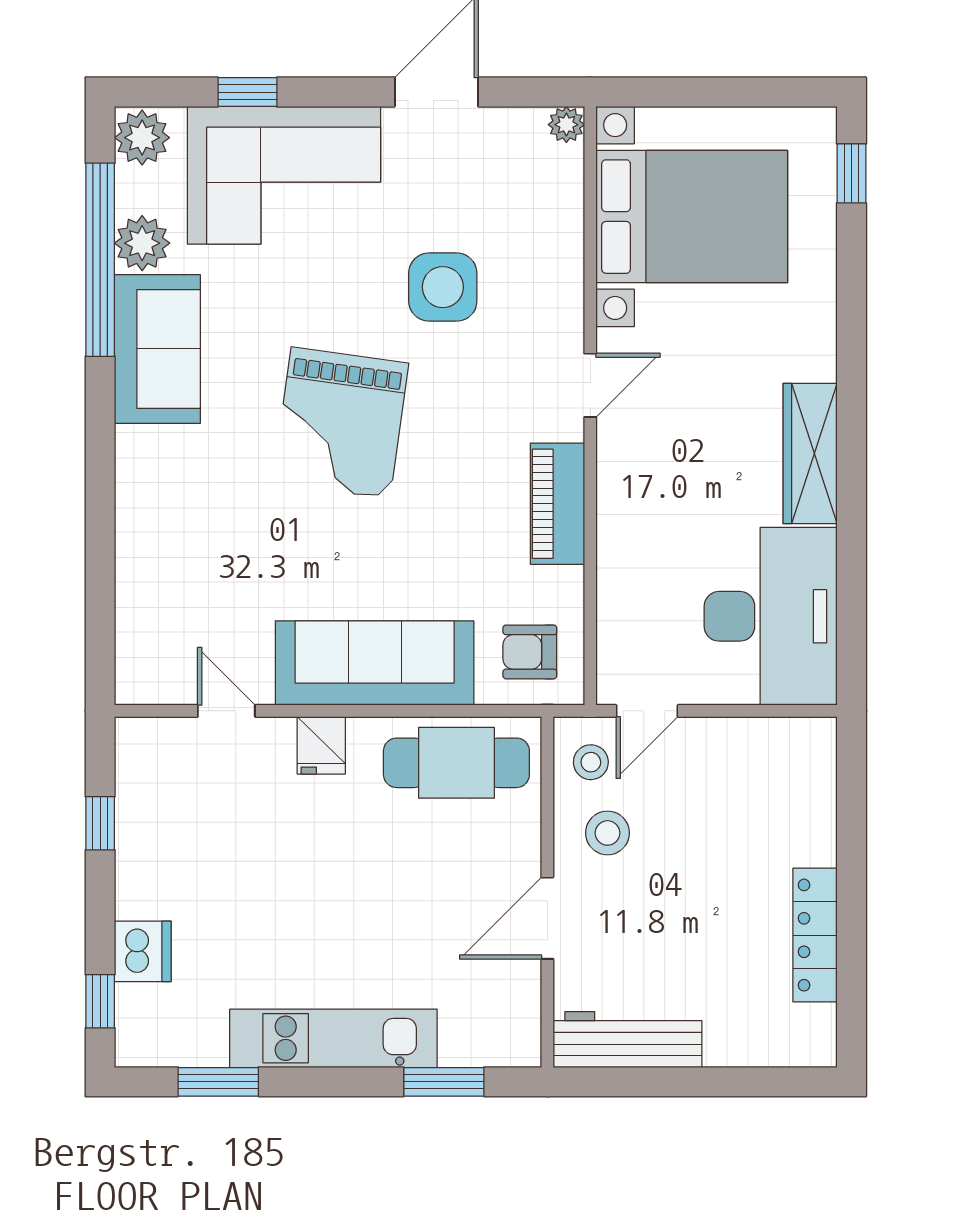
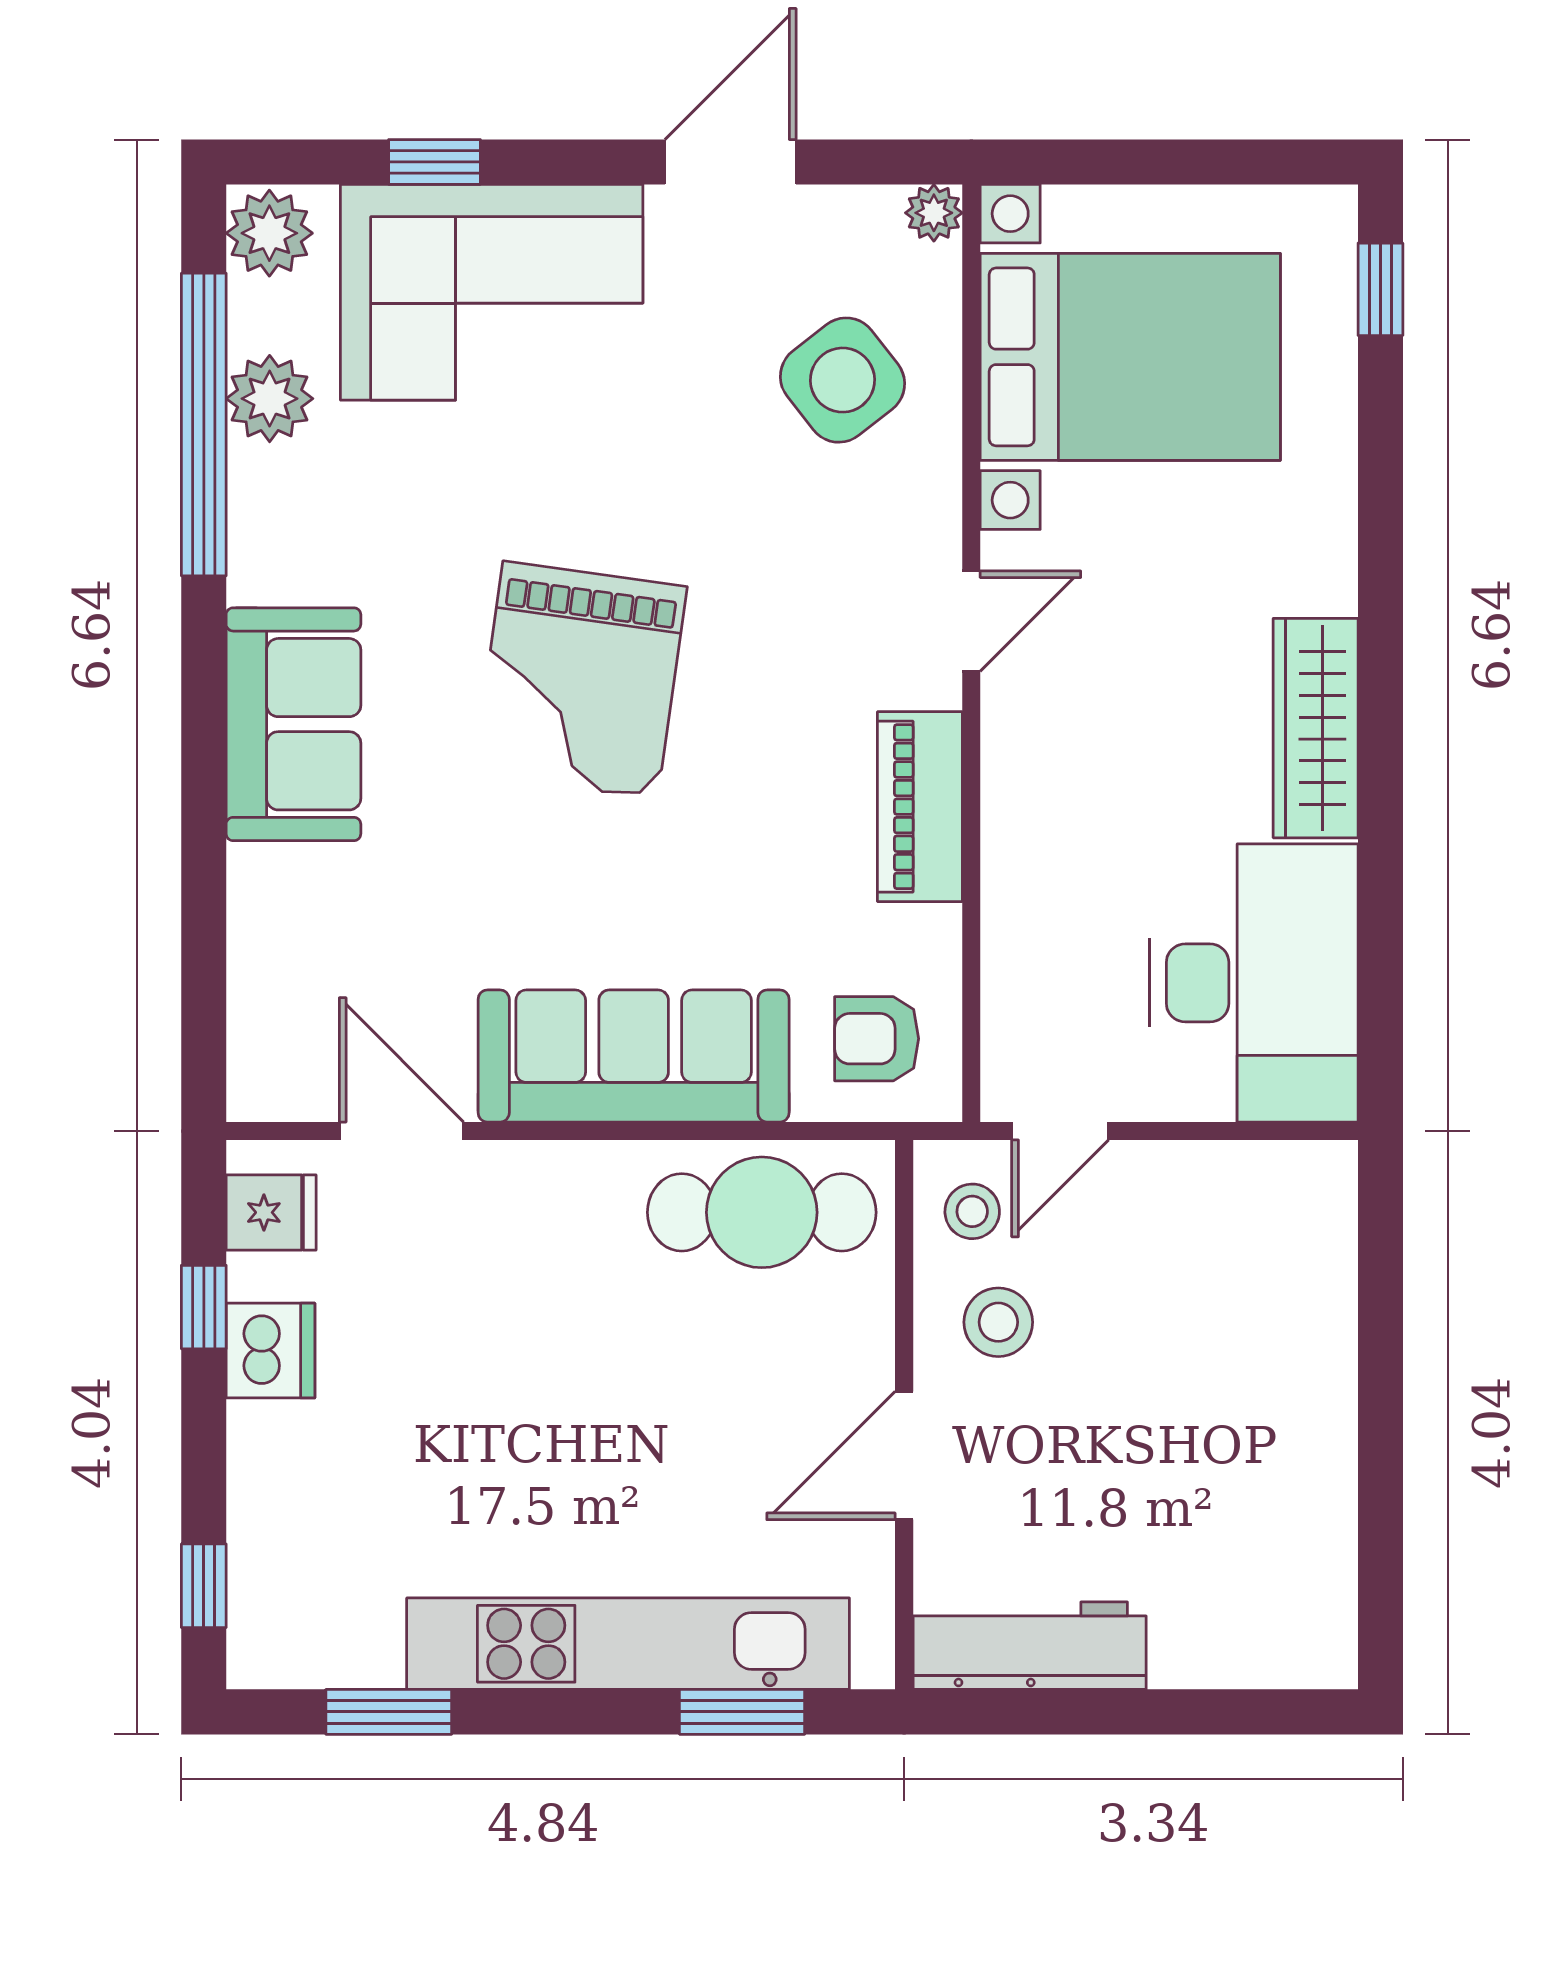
side table: (443, 287) -> (842, 380), moved, turned -38
sofa: (157, 349) -> (293, 724), moved
door: (226, 711) -> (401, 1131), width x1.38
fridge: (321, 745) -> (271, 1212), moved, turned -90
locker: (815, 935) -> (1323, 1482), removed
dishwasher: (143, 951) -> (271, 1351), moved
kitchen unit: (333, 1038) -> (628, 1644), width x1.36

